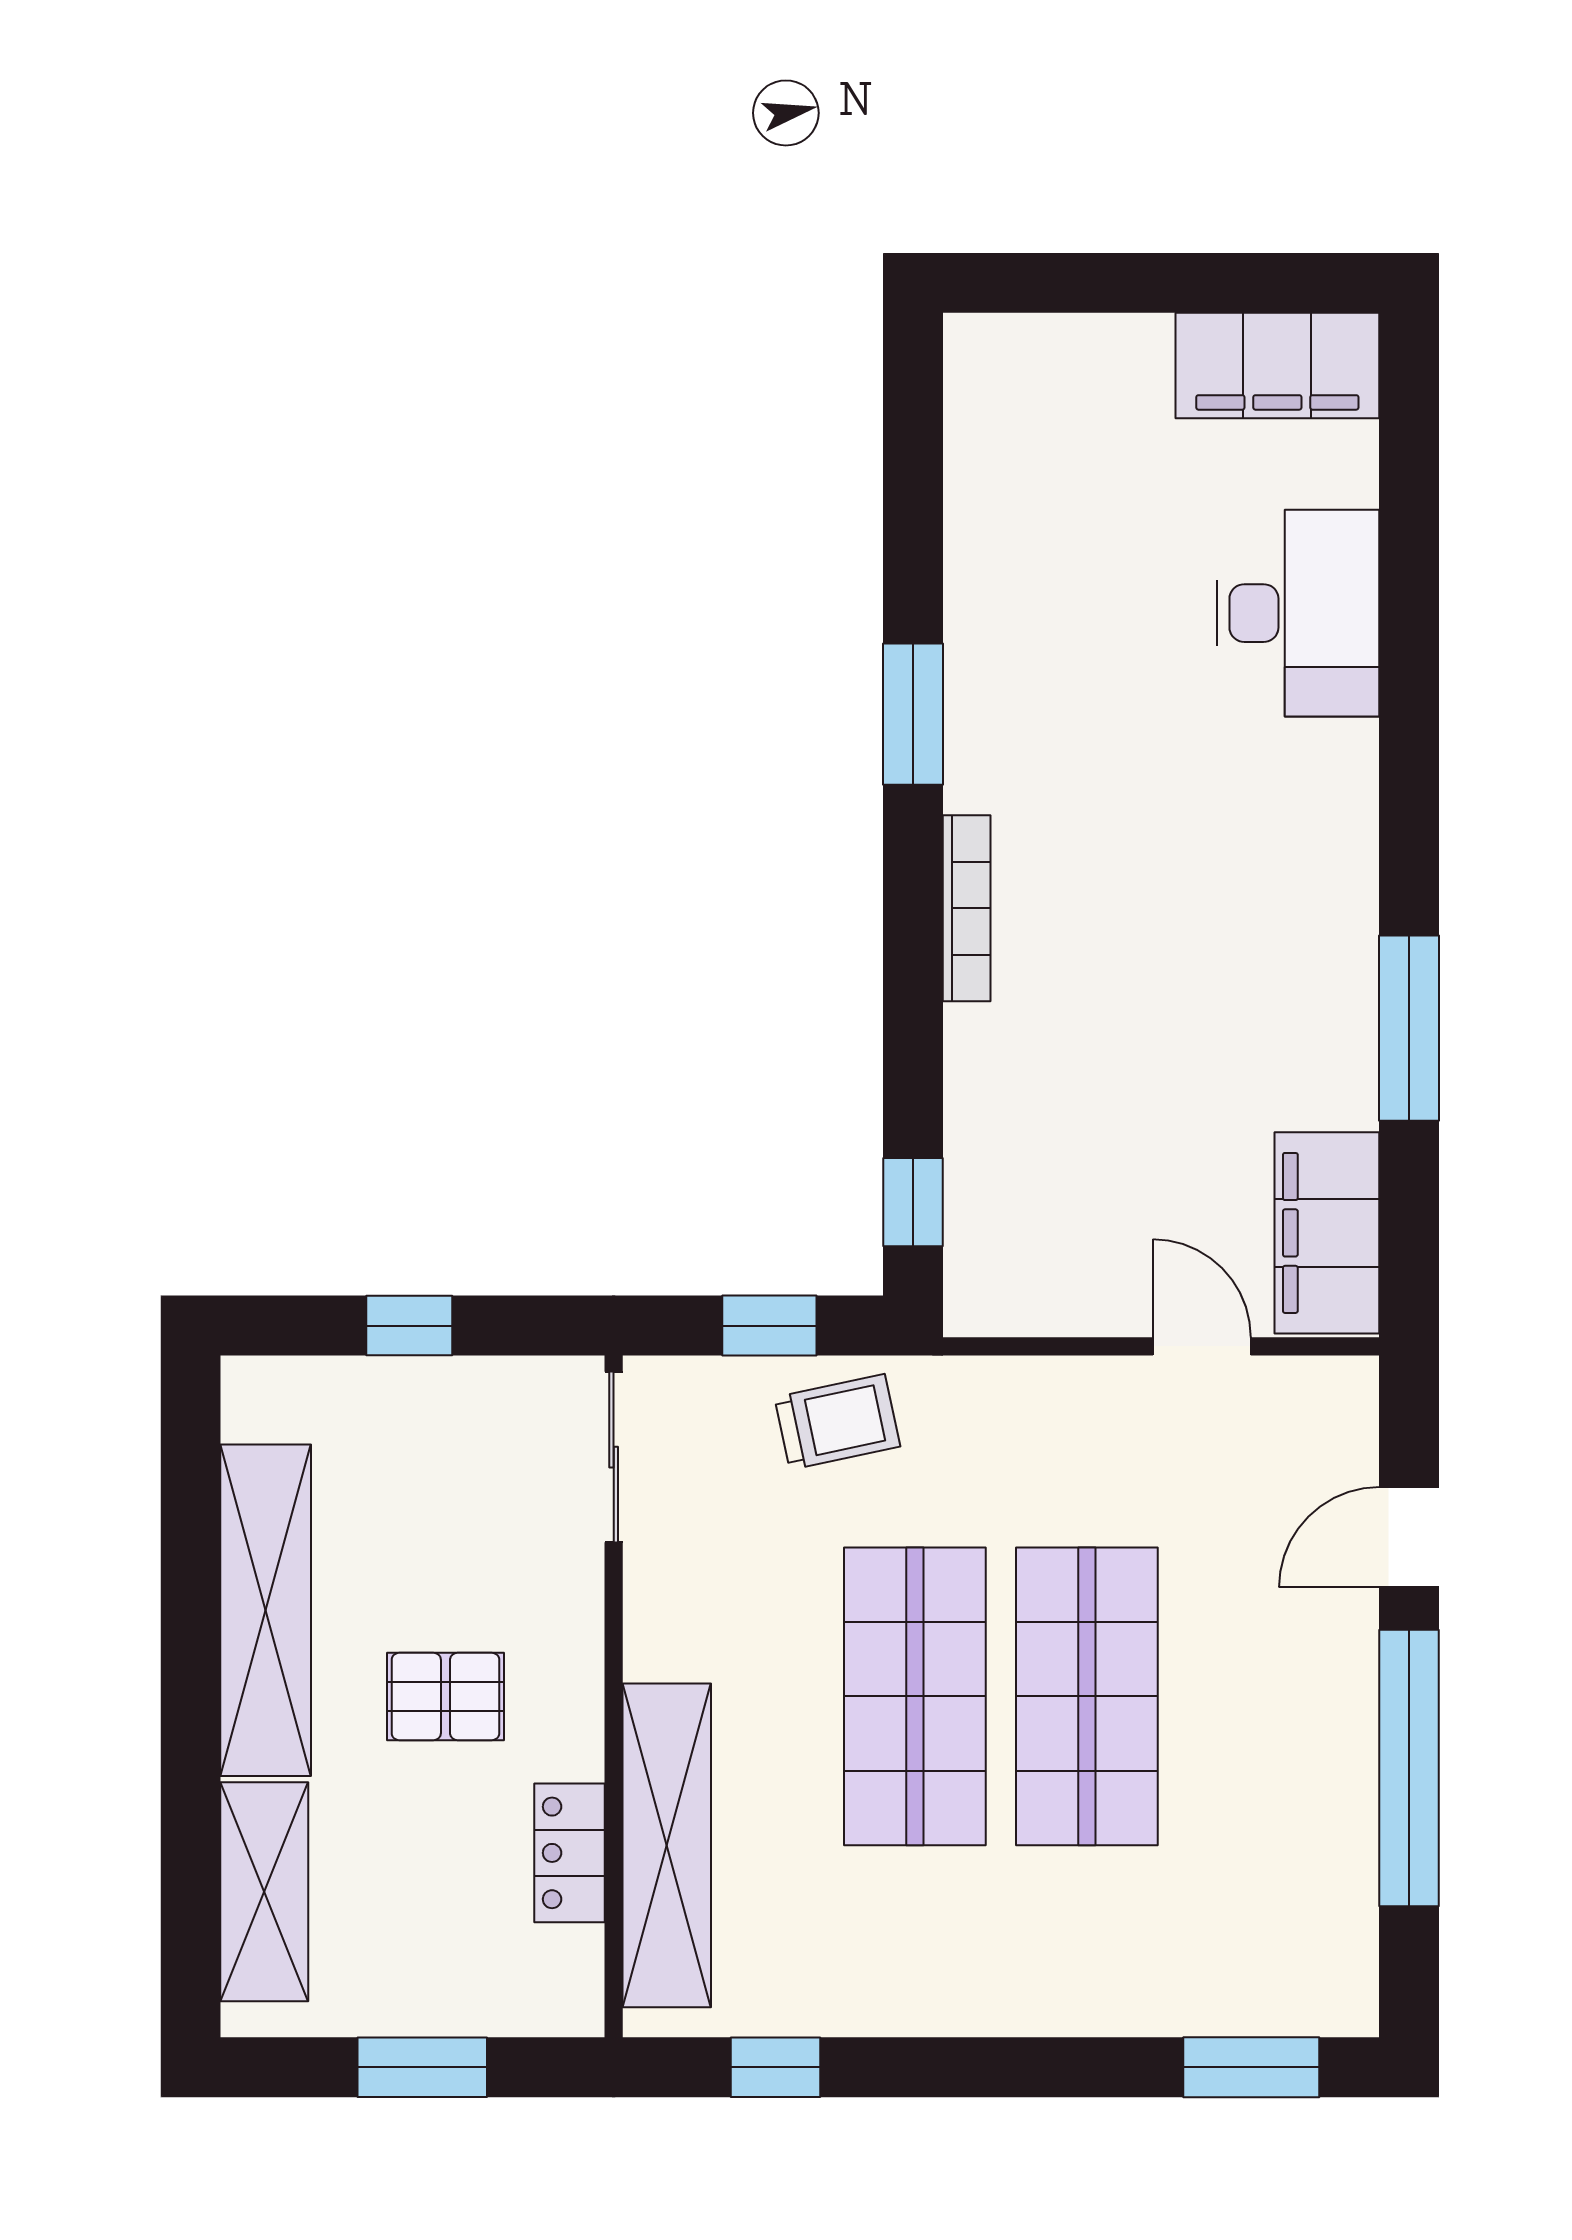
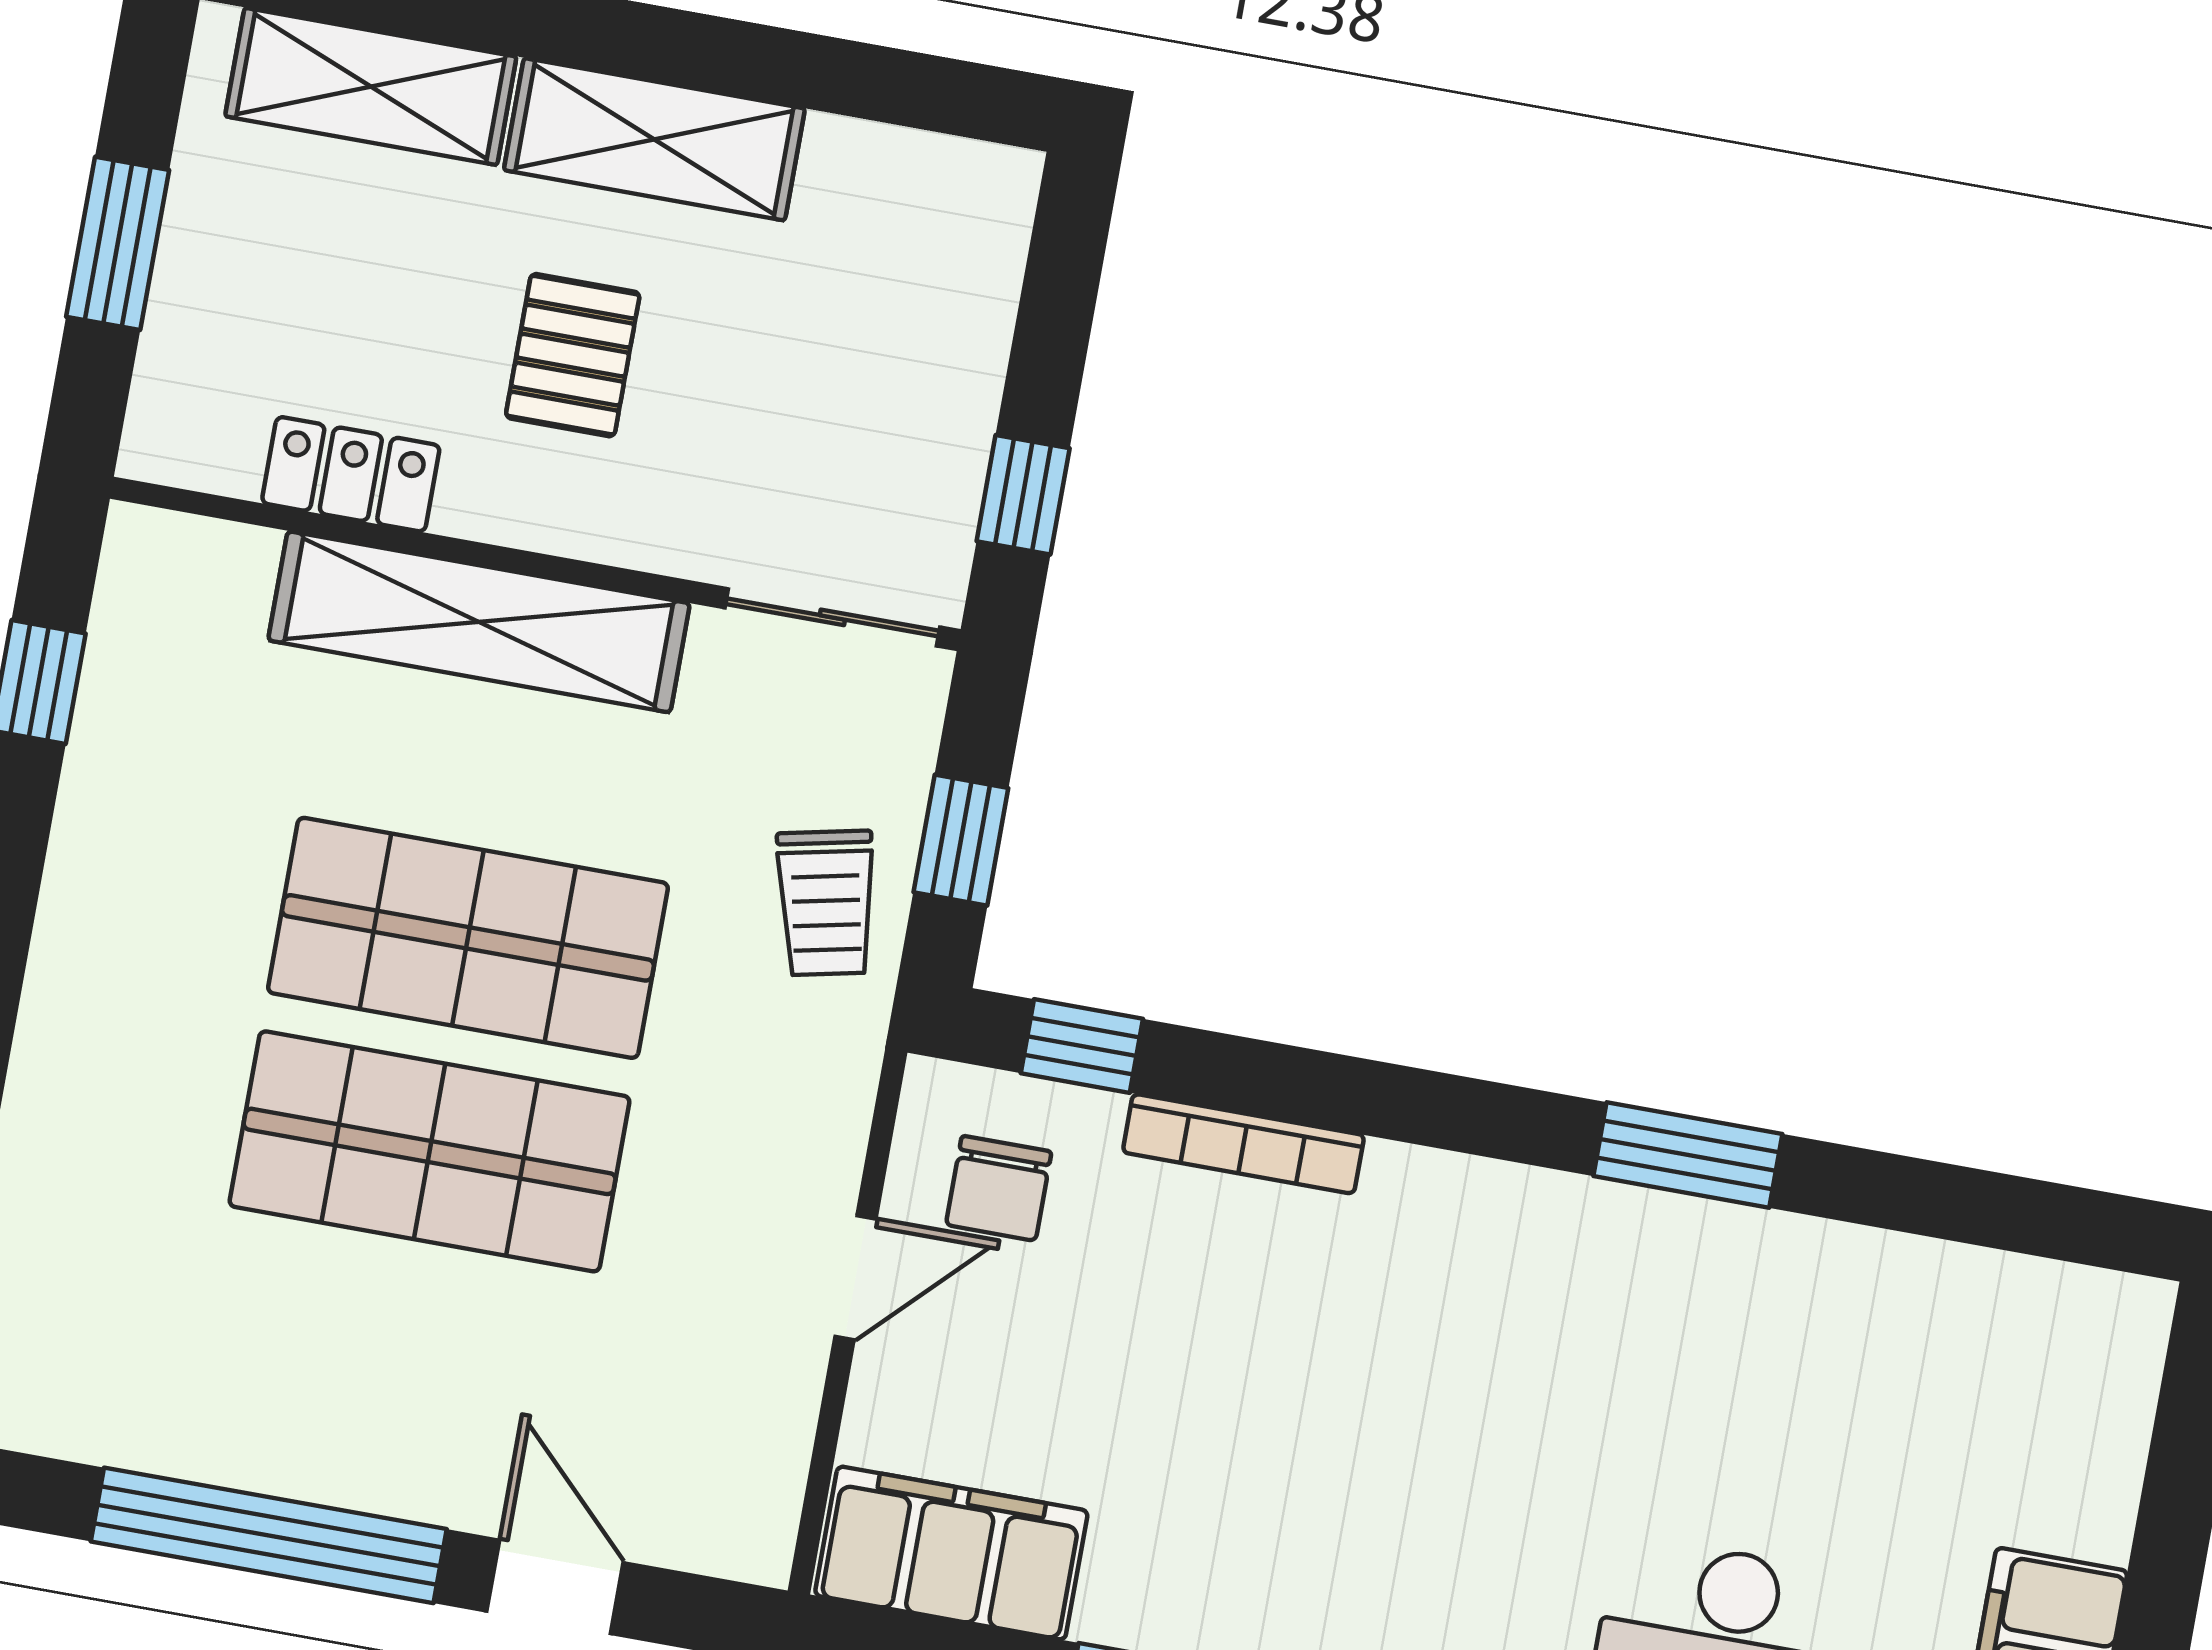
bookcase: (967, 908) -> (1243, 1144), moved
chair: (1036, 1247) -> (999, 1188), added
window: (409, 1326) -> (1023, 495), moved
door: (1202, 1346) -> (855, 1278), moved
shelving: (266, 1610) -> (654, 139), width x0.68
shelving: (667, 1845) -> (479, 622), moved

